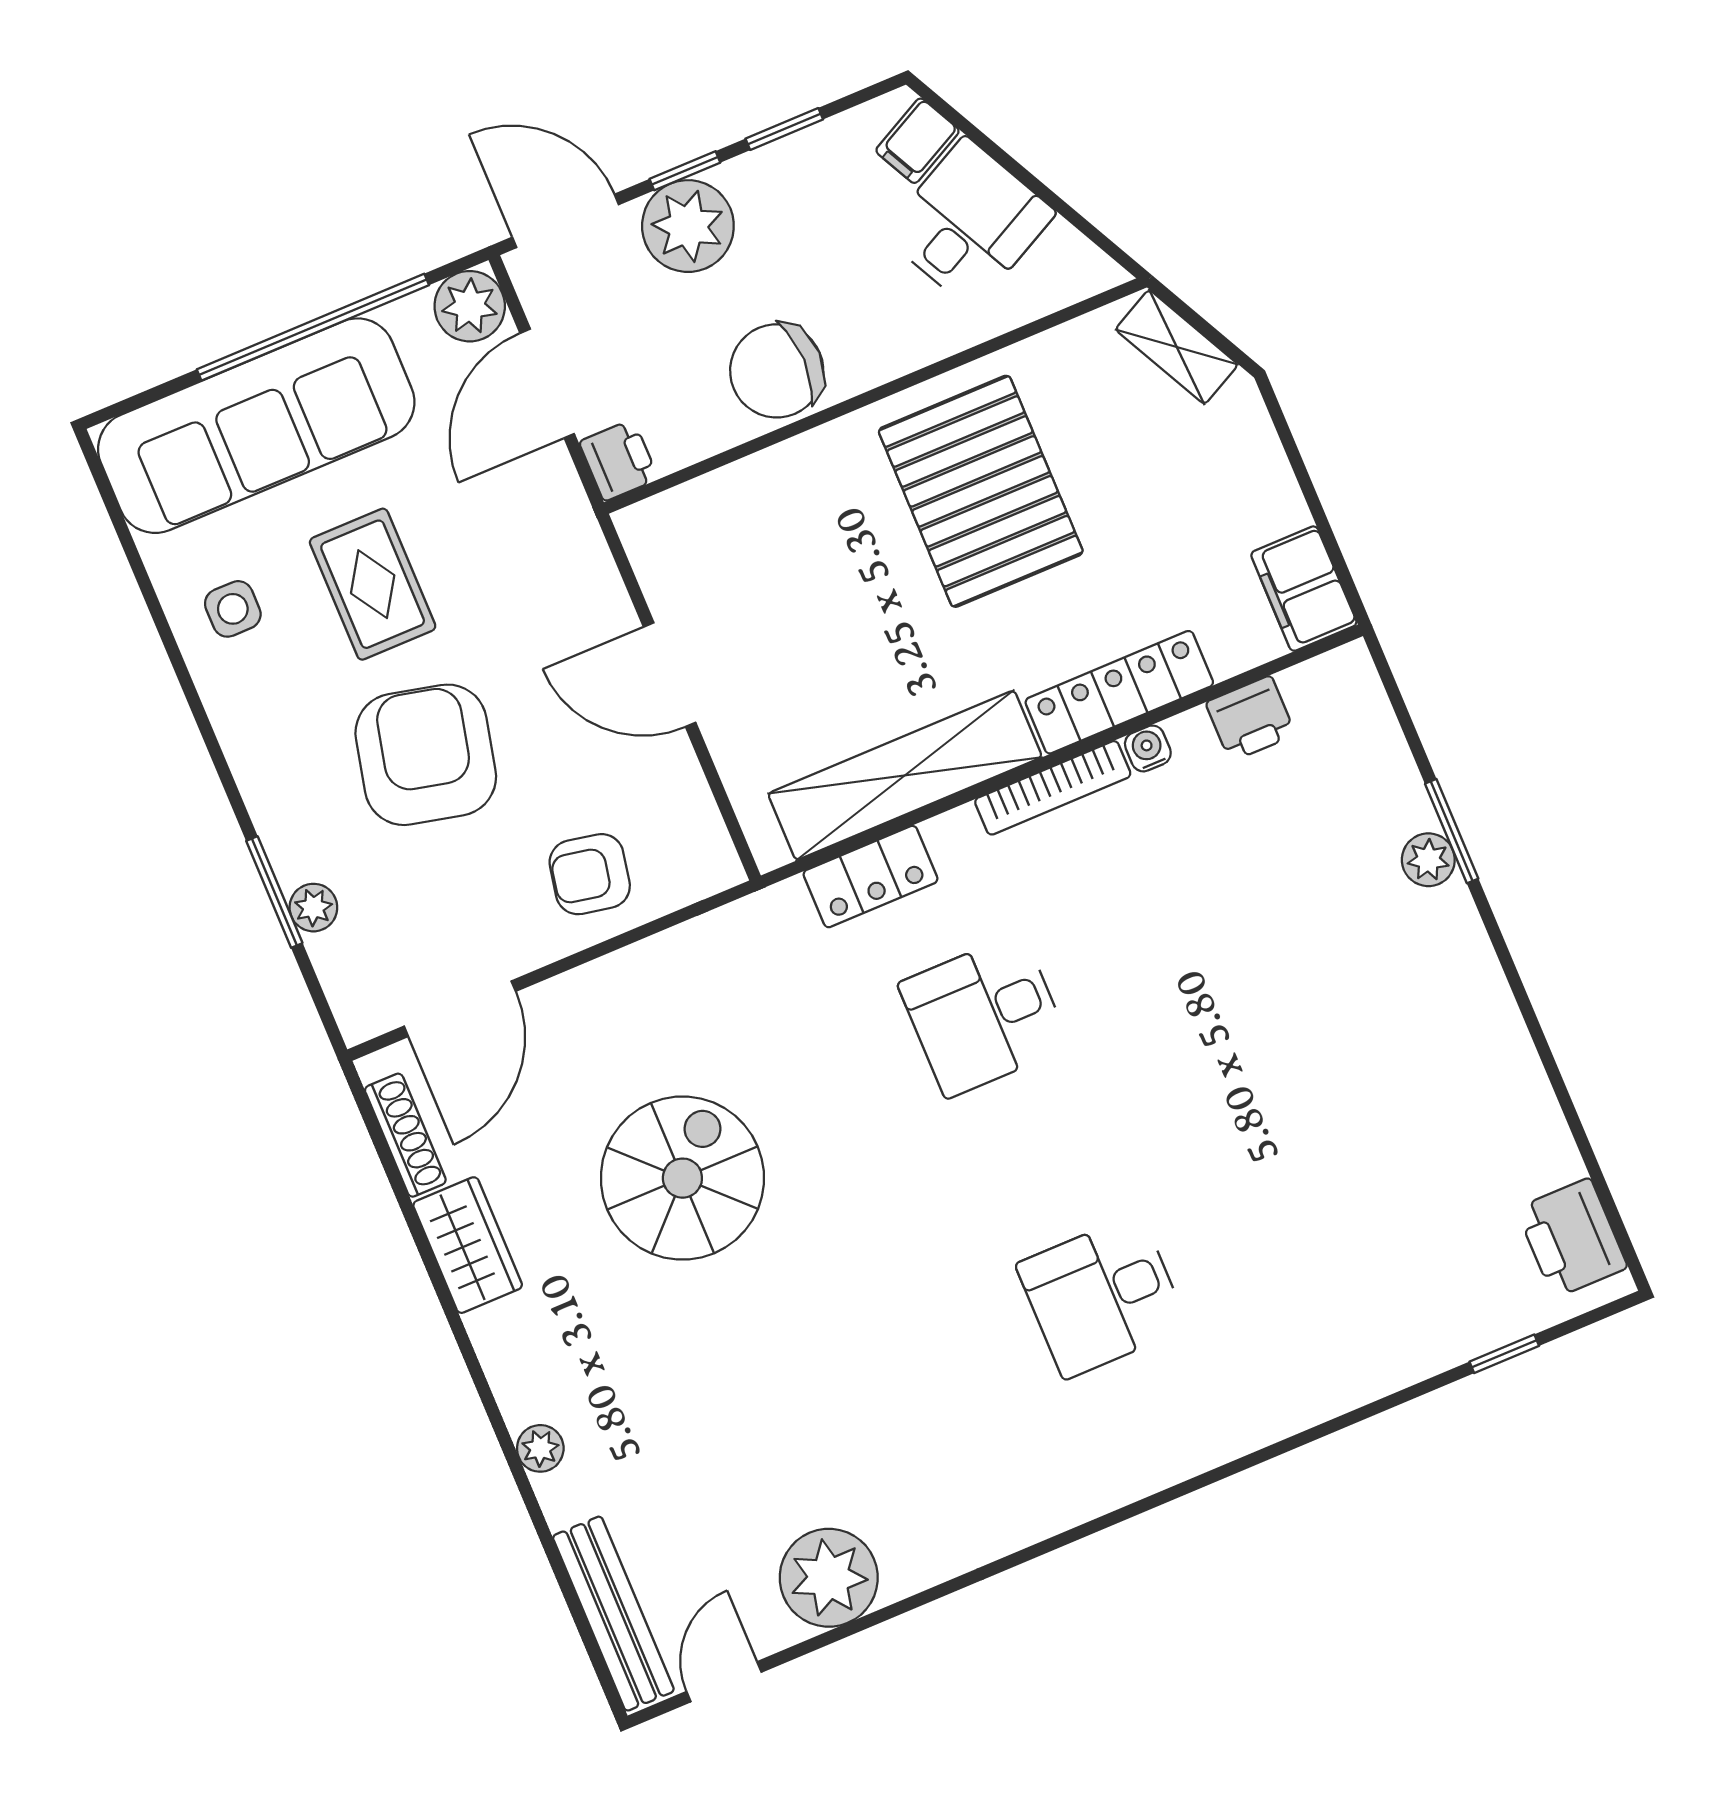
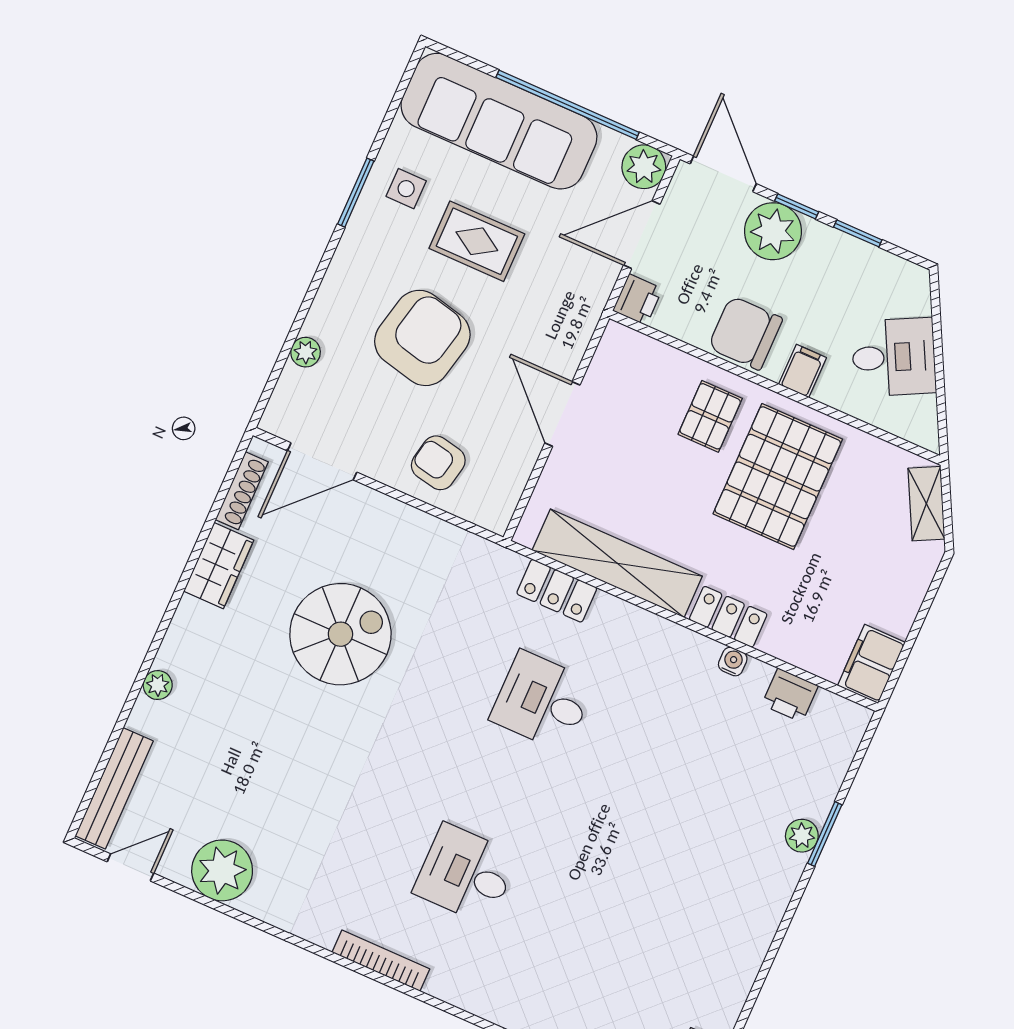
filing cabinet: (917, 141) -> (802, 371), moved, turned 117
pallet: (836, 504) -> (710, 416), added
rug: (373, 584) -> (477, 241), turned 90
locker: (1119, 692) -> (728, 617), width x0.66
bookcase: (1053, 788) -> (381, 961), moved, turned 180
window: (274, 892) -> (356, 193), moved

